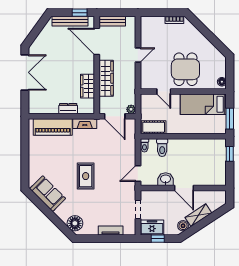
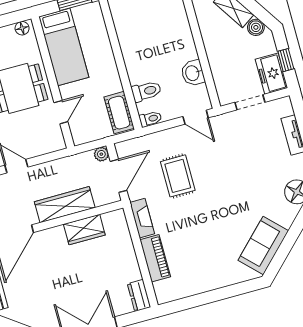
dresser: (68, 109) -> (139, 295), moved
piano: (53, 127) -> (155, 258), width x0.73, depth x0.75
rug: (86, 176) -> (178, 176), moved, turned 90
door: (184, 188) -> (198, 41), removed

